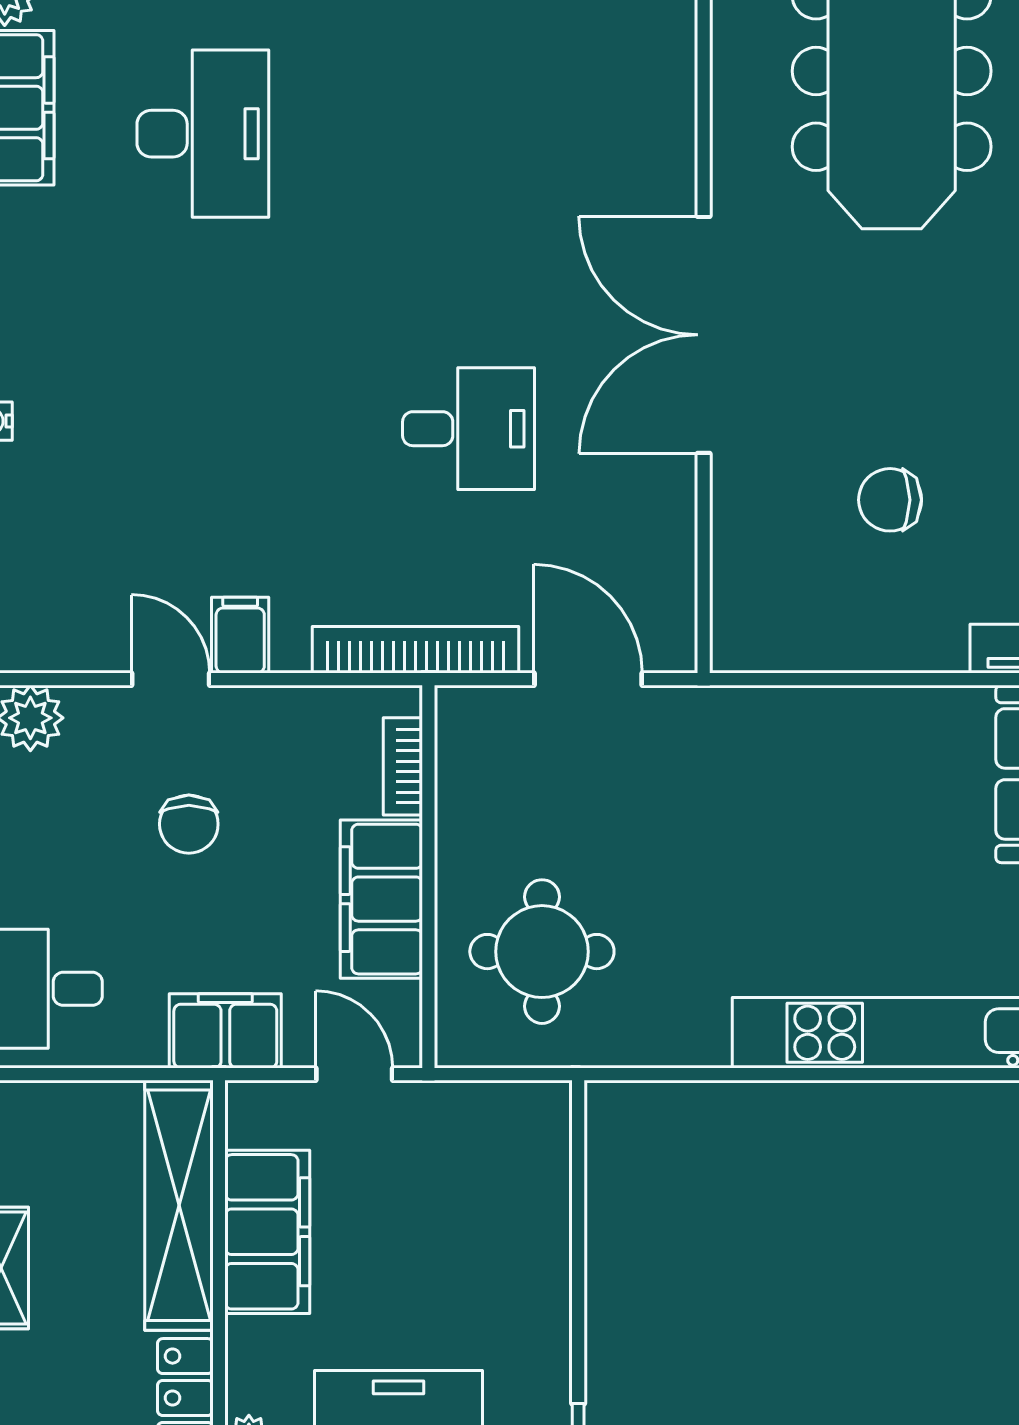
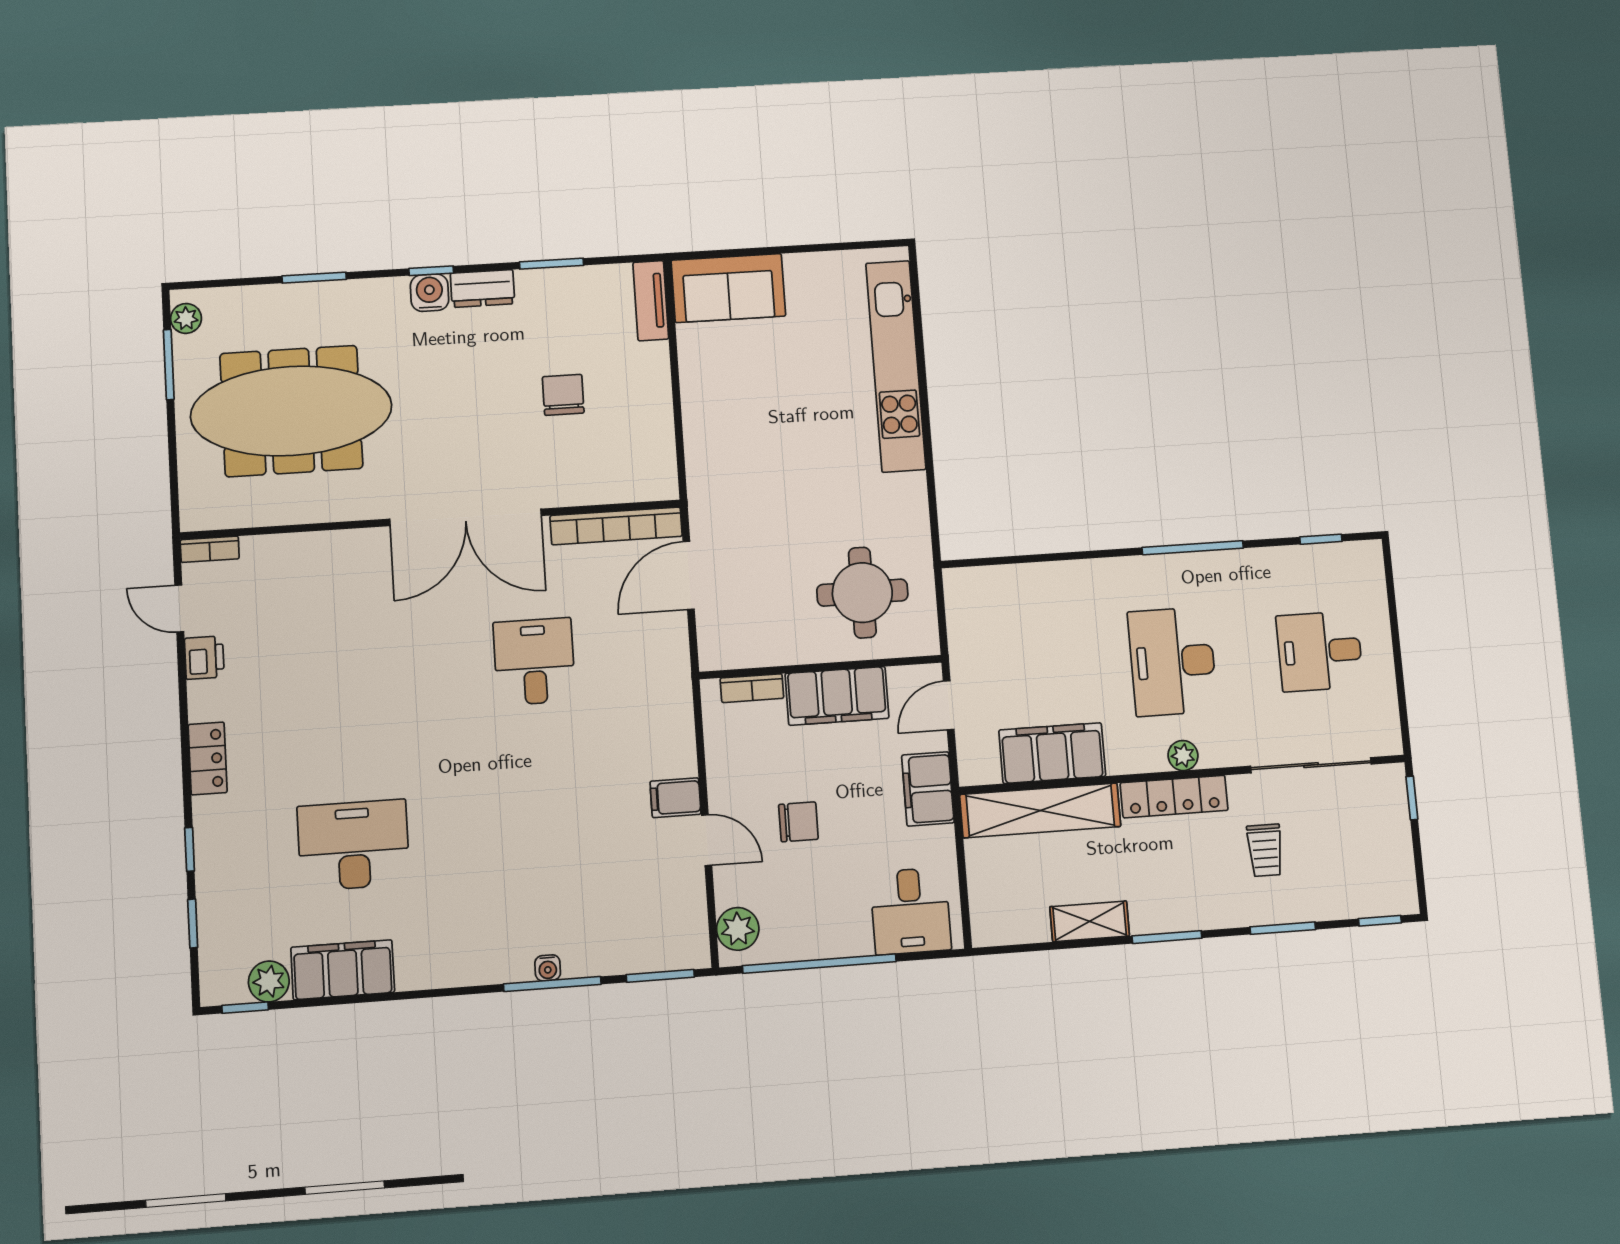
chair: (890, 500) -> (563, 395), turned 180
bookcase: (415, 650) -> (616, 526), moved, turned -90
door: (171, 679) -> (707, 840), swing flipped

